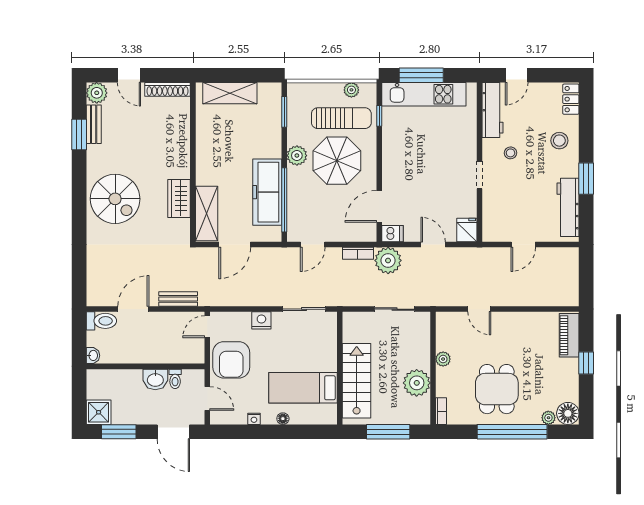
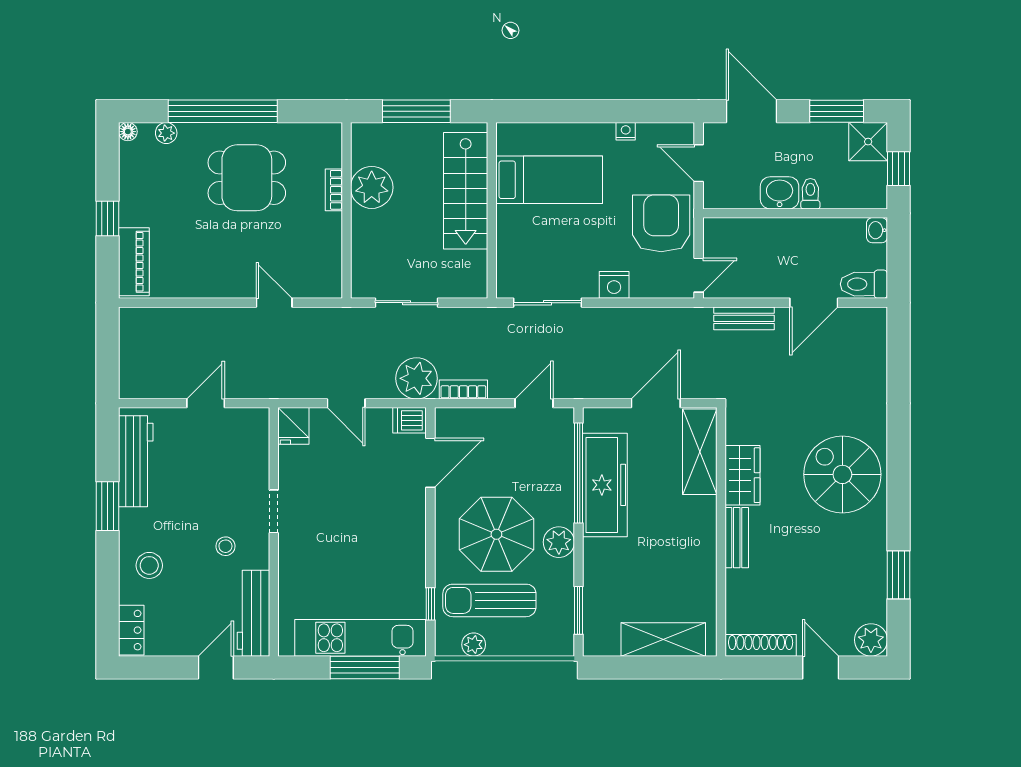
bench: (94, 124) -> (737, 538), moved
plant: (443, 359) -> (331, 225), removed
toilet: (175, 379) -> (810, 194), moved
dining table: (497, 389) -> (247, 178), turned 90
window: (79, 395) -> (899, 169), added
bookcase: (441, 411) -> (334, 190), moved
floor lamp: (568, 413) -> (128, 132), width x0.53, depth x0.53
floor lamp: (283, 419) -> (581, 132), removed

